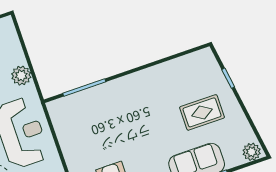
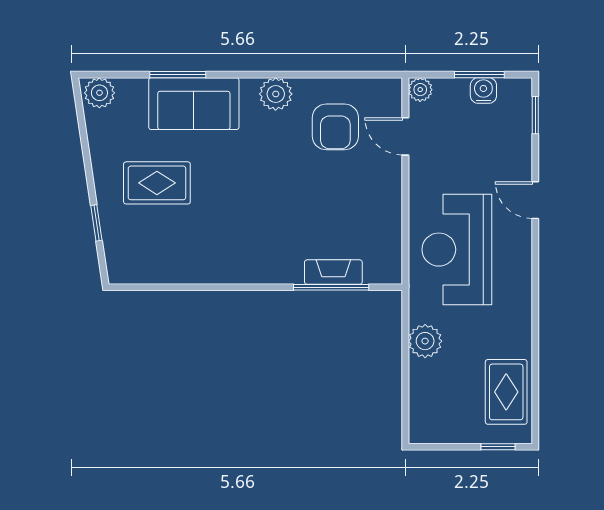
fireplace: (86, 97) -> (333, 272), added

